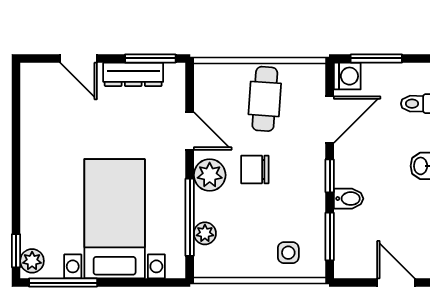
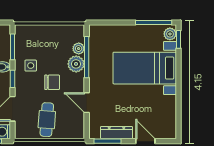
plant: (210, 175) -> (76, 64), moved
bed with nightstands: (115, 219) -> (145, 68), moved, turned 90
side table: (288, 253) -> (31, 66), moved

